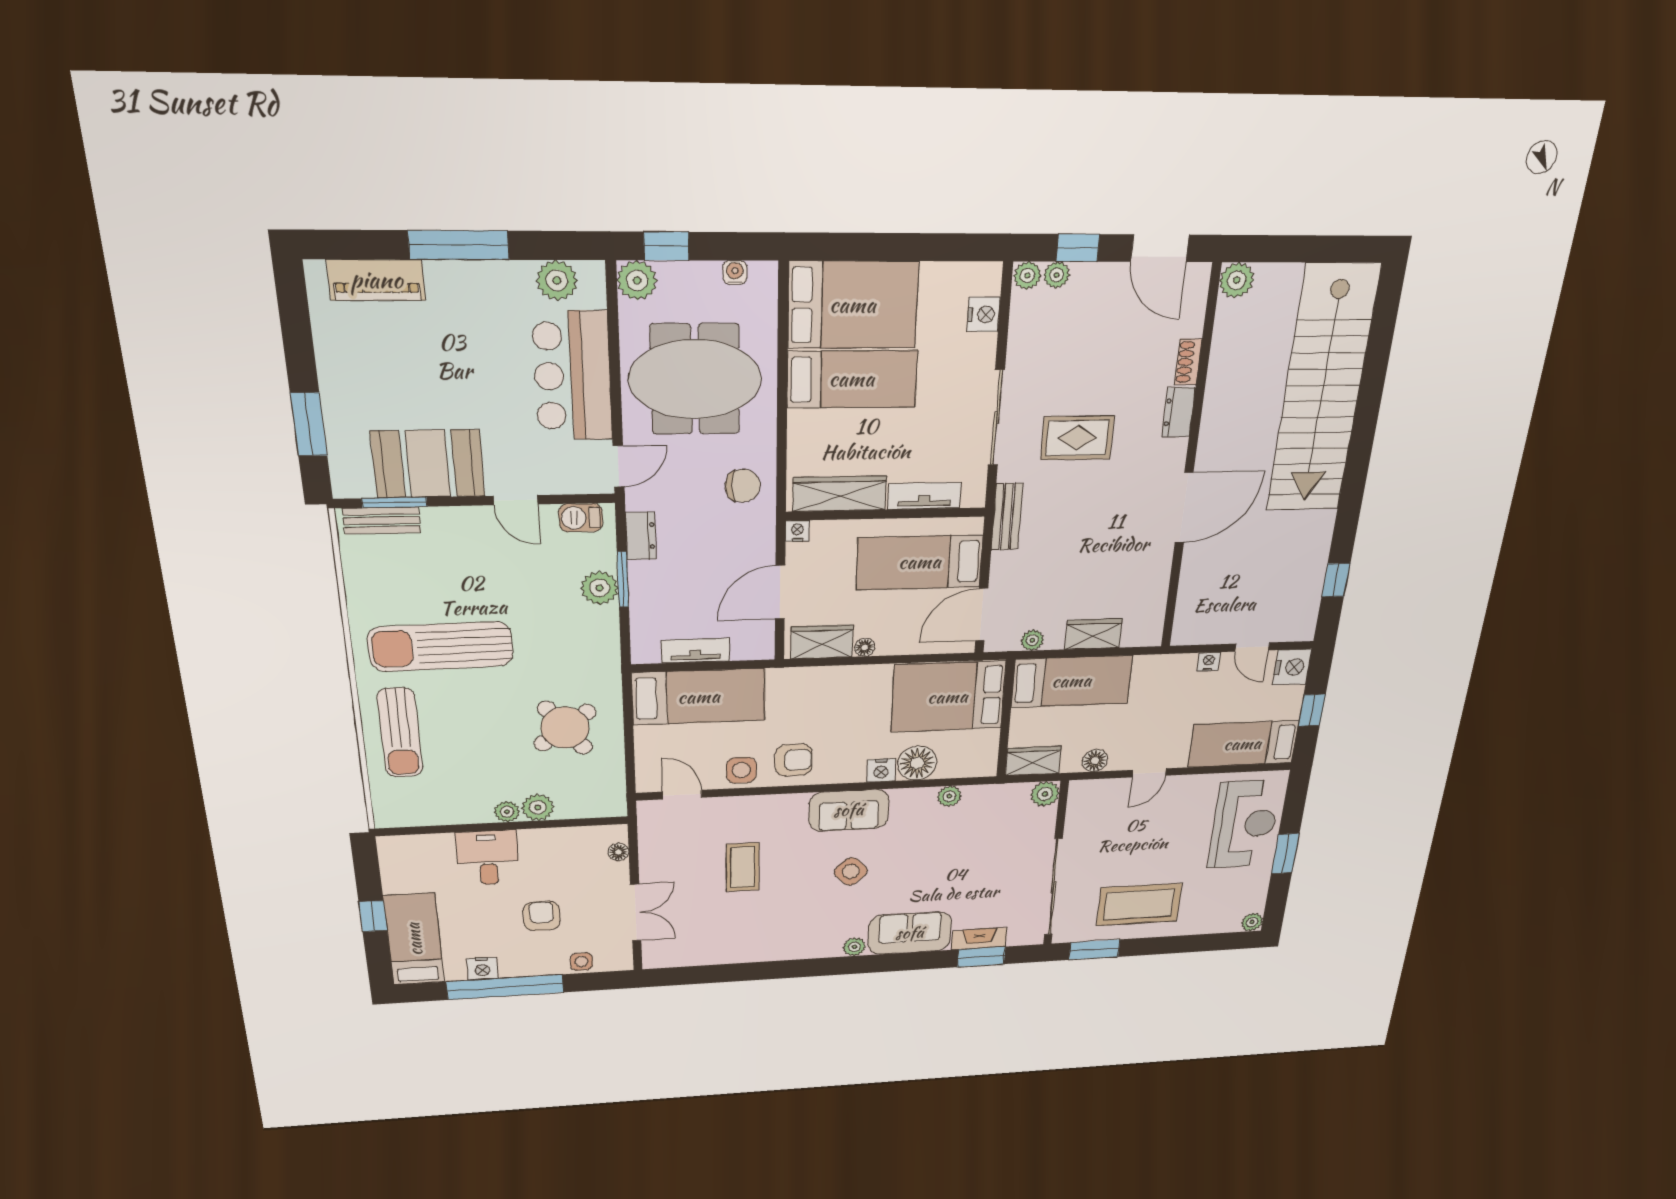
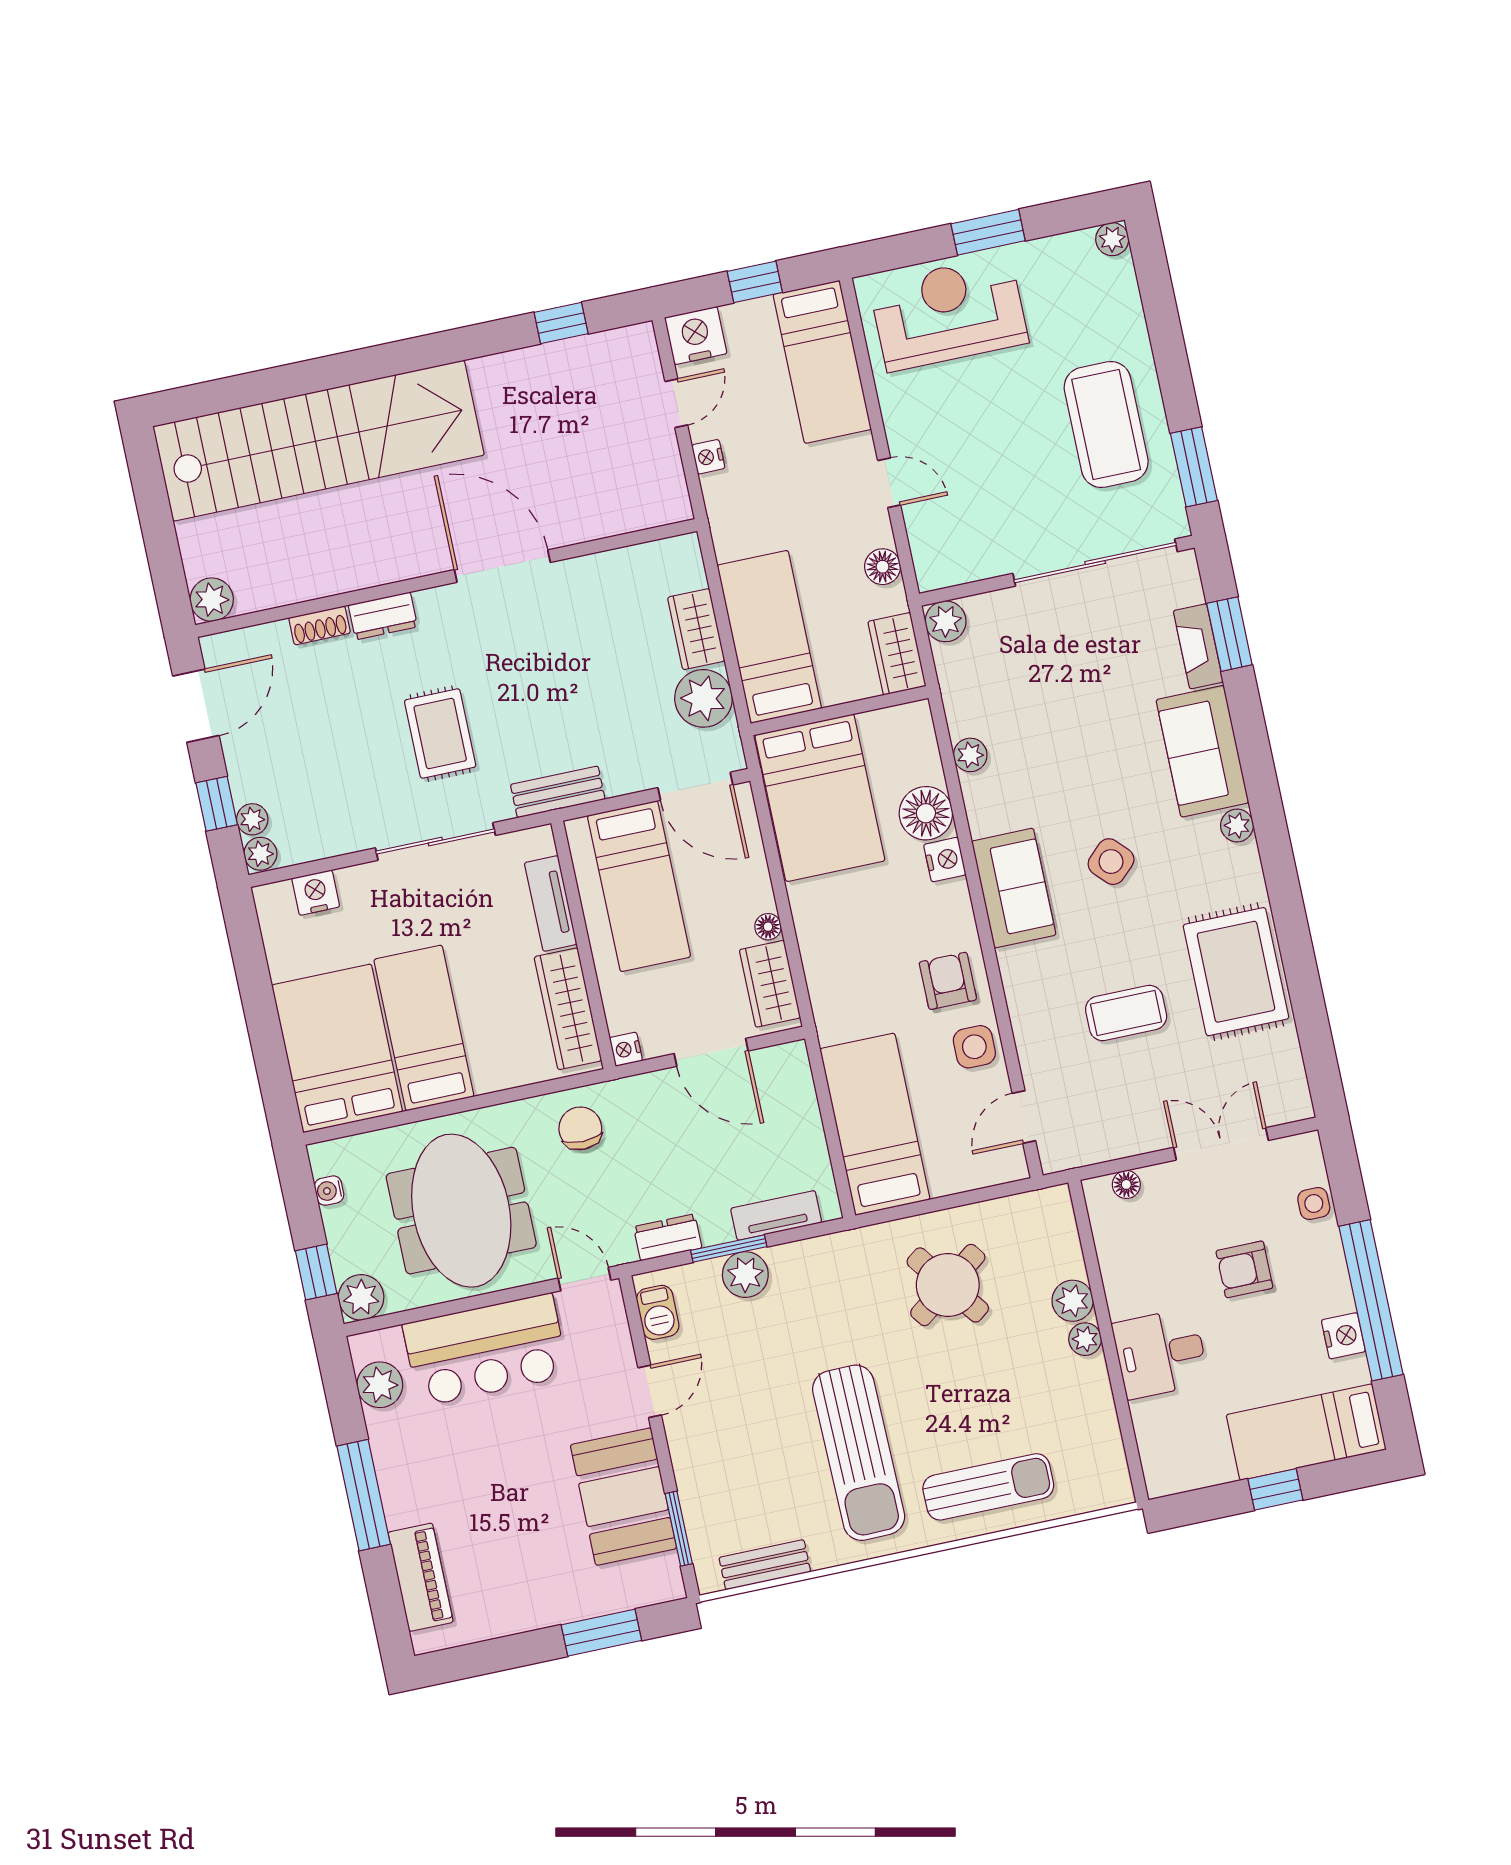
bench: (382, 521) -> (765, 1565), moved, turned 90
plant: (1032, 640) -> (703, 698), width x1.88, depth x1.88
tv unit: (696, 651) -> (776, 1215), moved, turned 90
rug: (755, 935) -> (1236, 972), added

